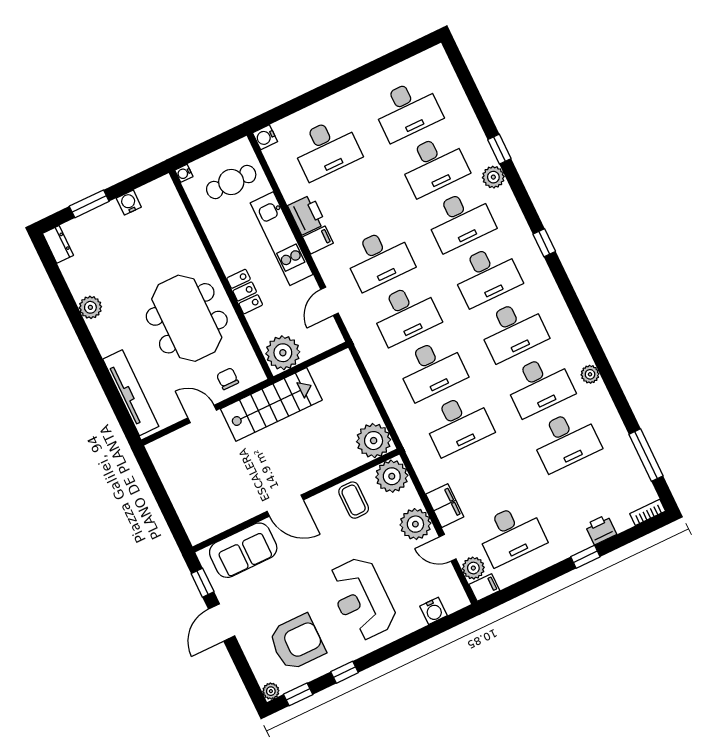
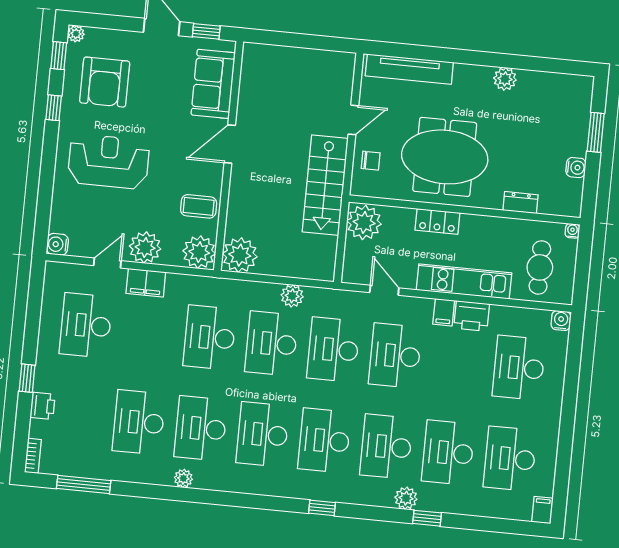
dresser: (58, 244) -> (521, 203), moved, turned 180
plant: (473, 568) -> (292, 296), moved
filing cabinet: (484, 588) -> (542, 510), moved, turned 180
water cooler: (434, 611) -> (57, 244), moved

